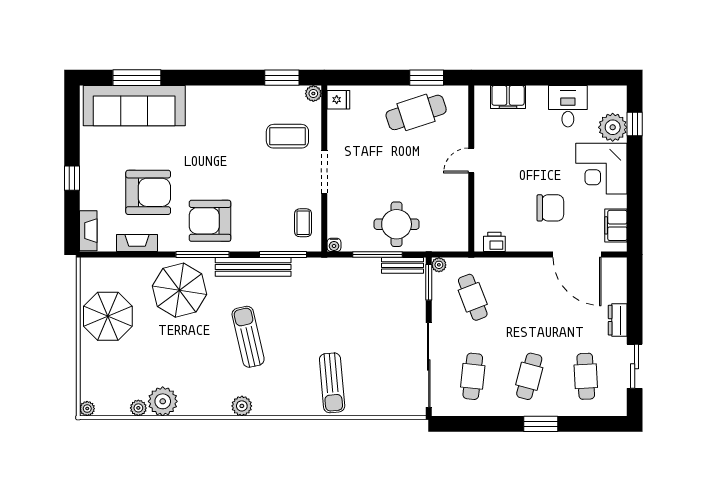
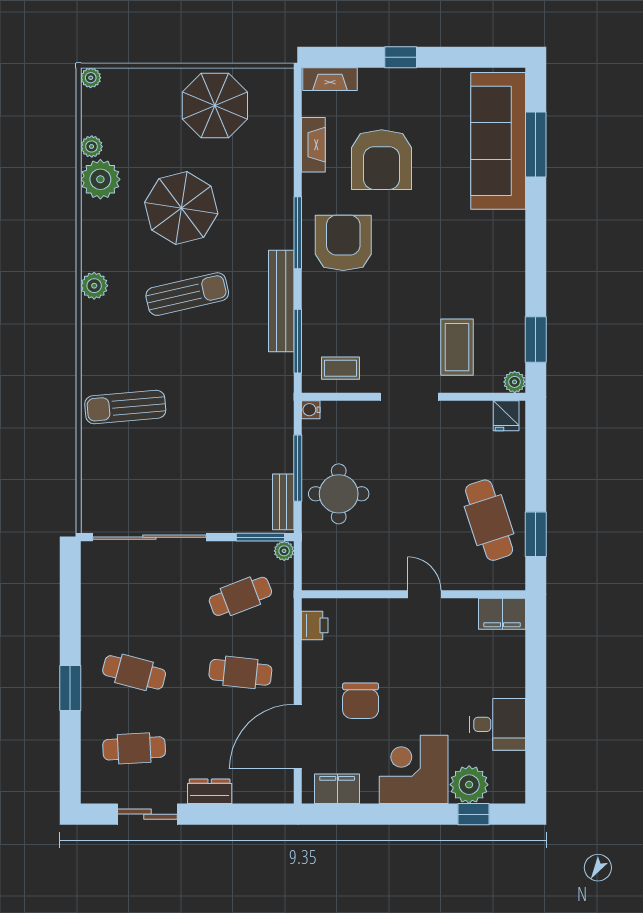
filing cabinet: (508, 97) -> (502, 614), moved, turned -90
parasol: (180, 290) -> (181, 208), moved
cafe table: (473, 376) -> (240, 672), moved

